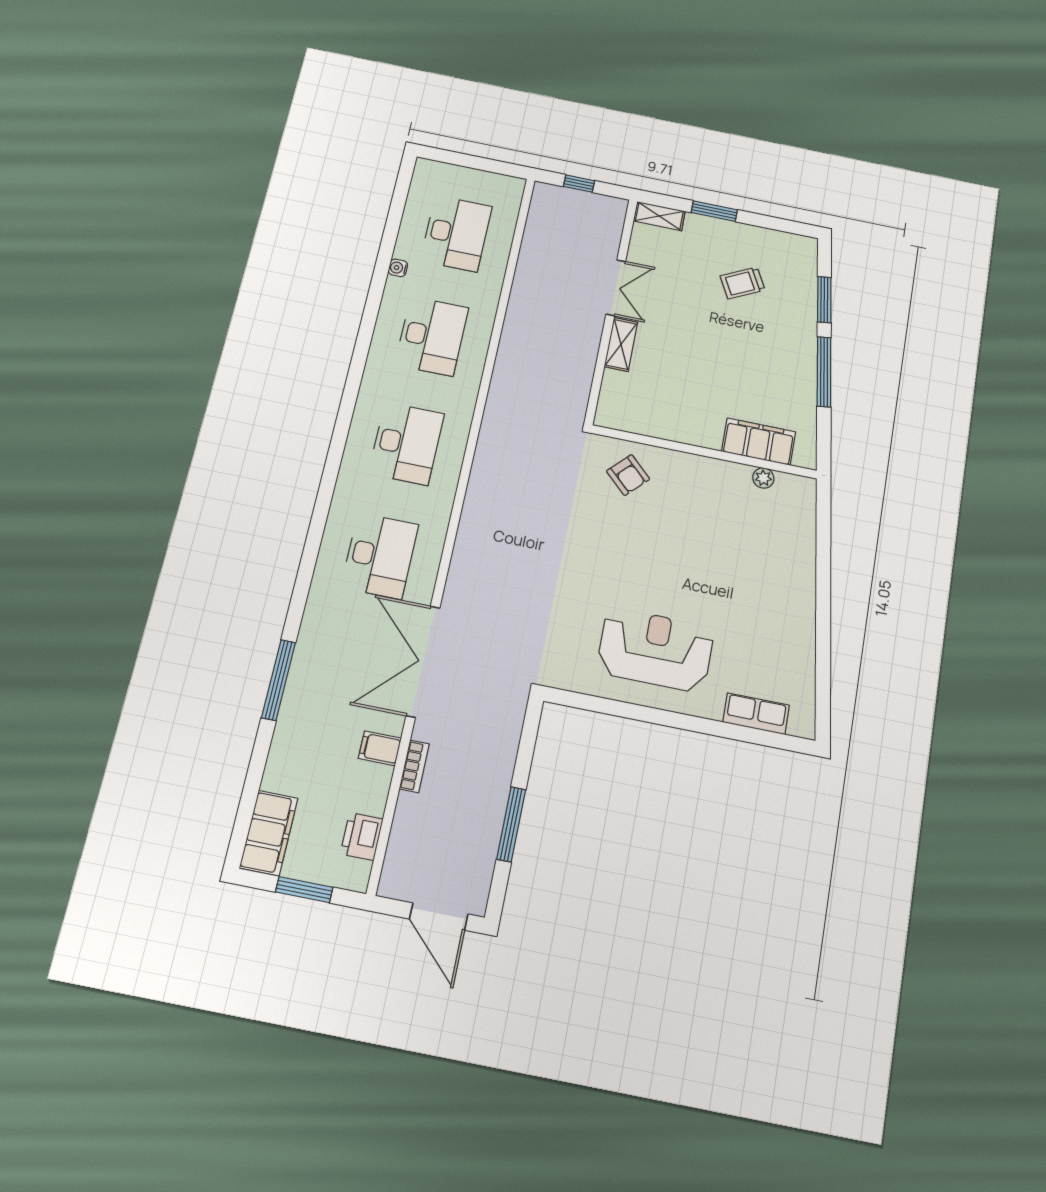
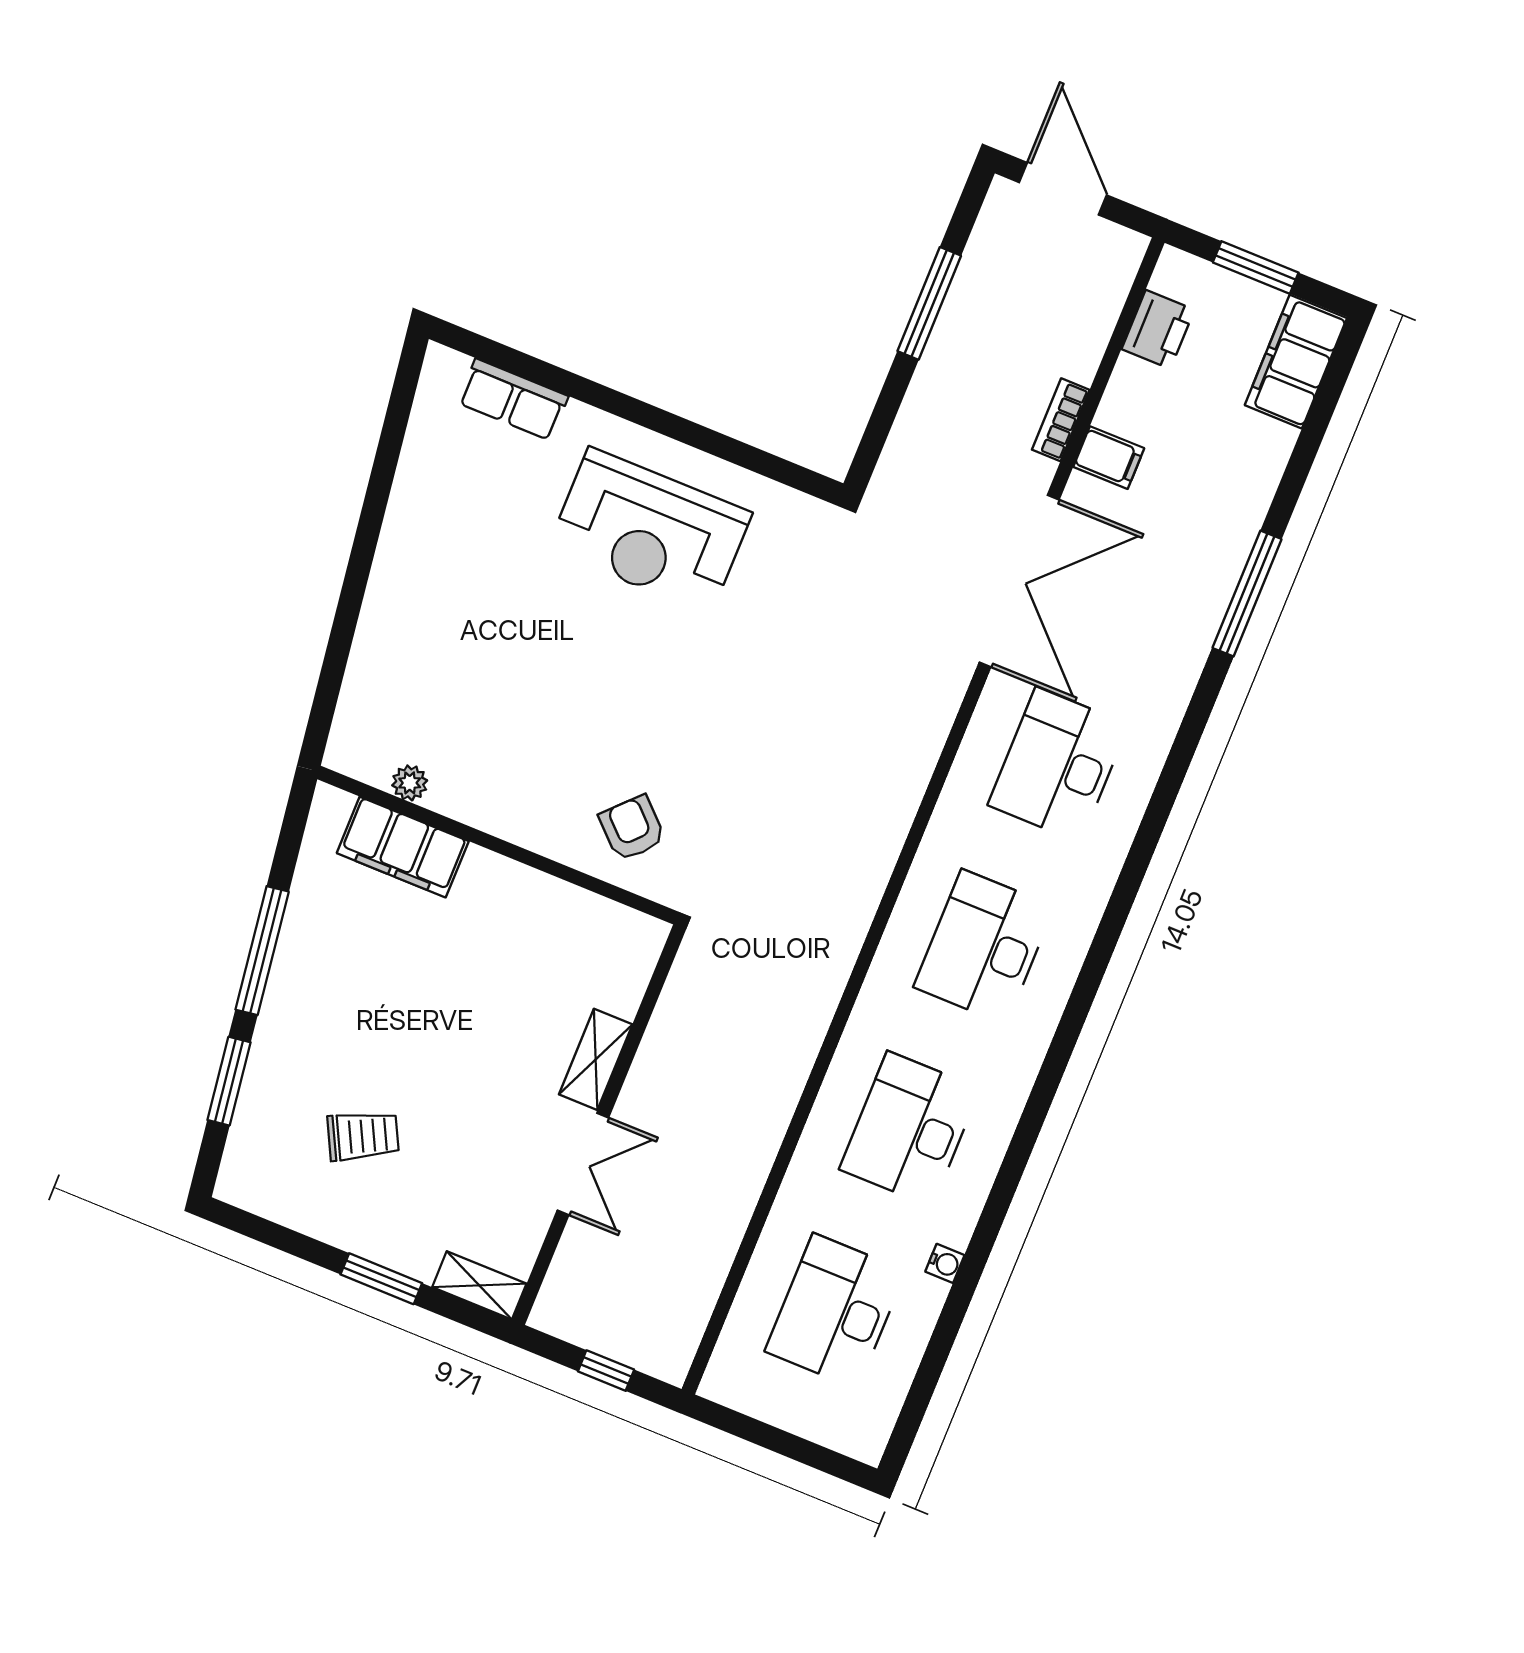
double door: (616, 288) -> (583, 1164), swing flipped

